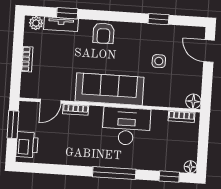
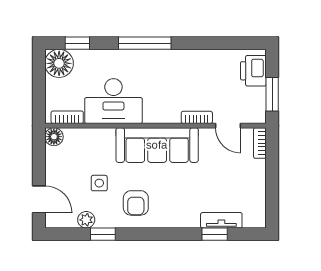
plant: (36, 23) -> (86, 220), moved
armchair: (104, 33) -> (136, 203), moved, turned 180
bookcase: (27, 59) -> (260, 143), moved
door: (51, 101) -> (228, 126), swing flipped
desk: (126, 126) -> (113, 101), moved
floor lamp: (190, 167) -> (59, 63), width x1.89, depth x1.89

